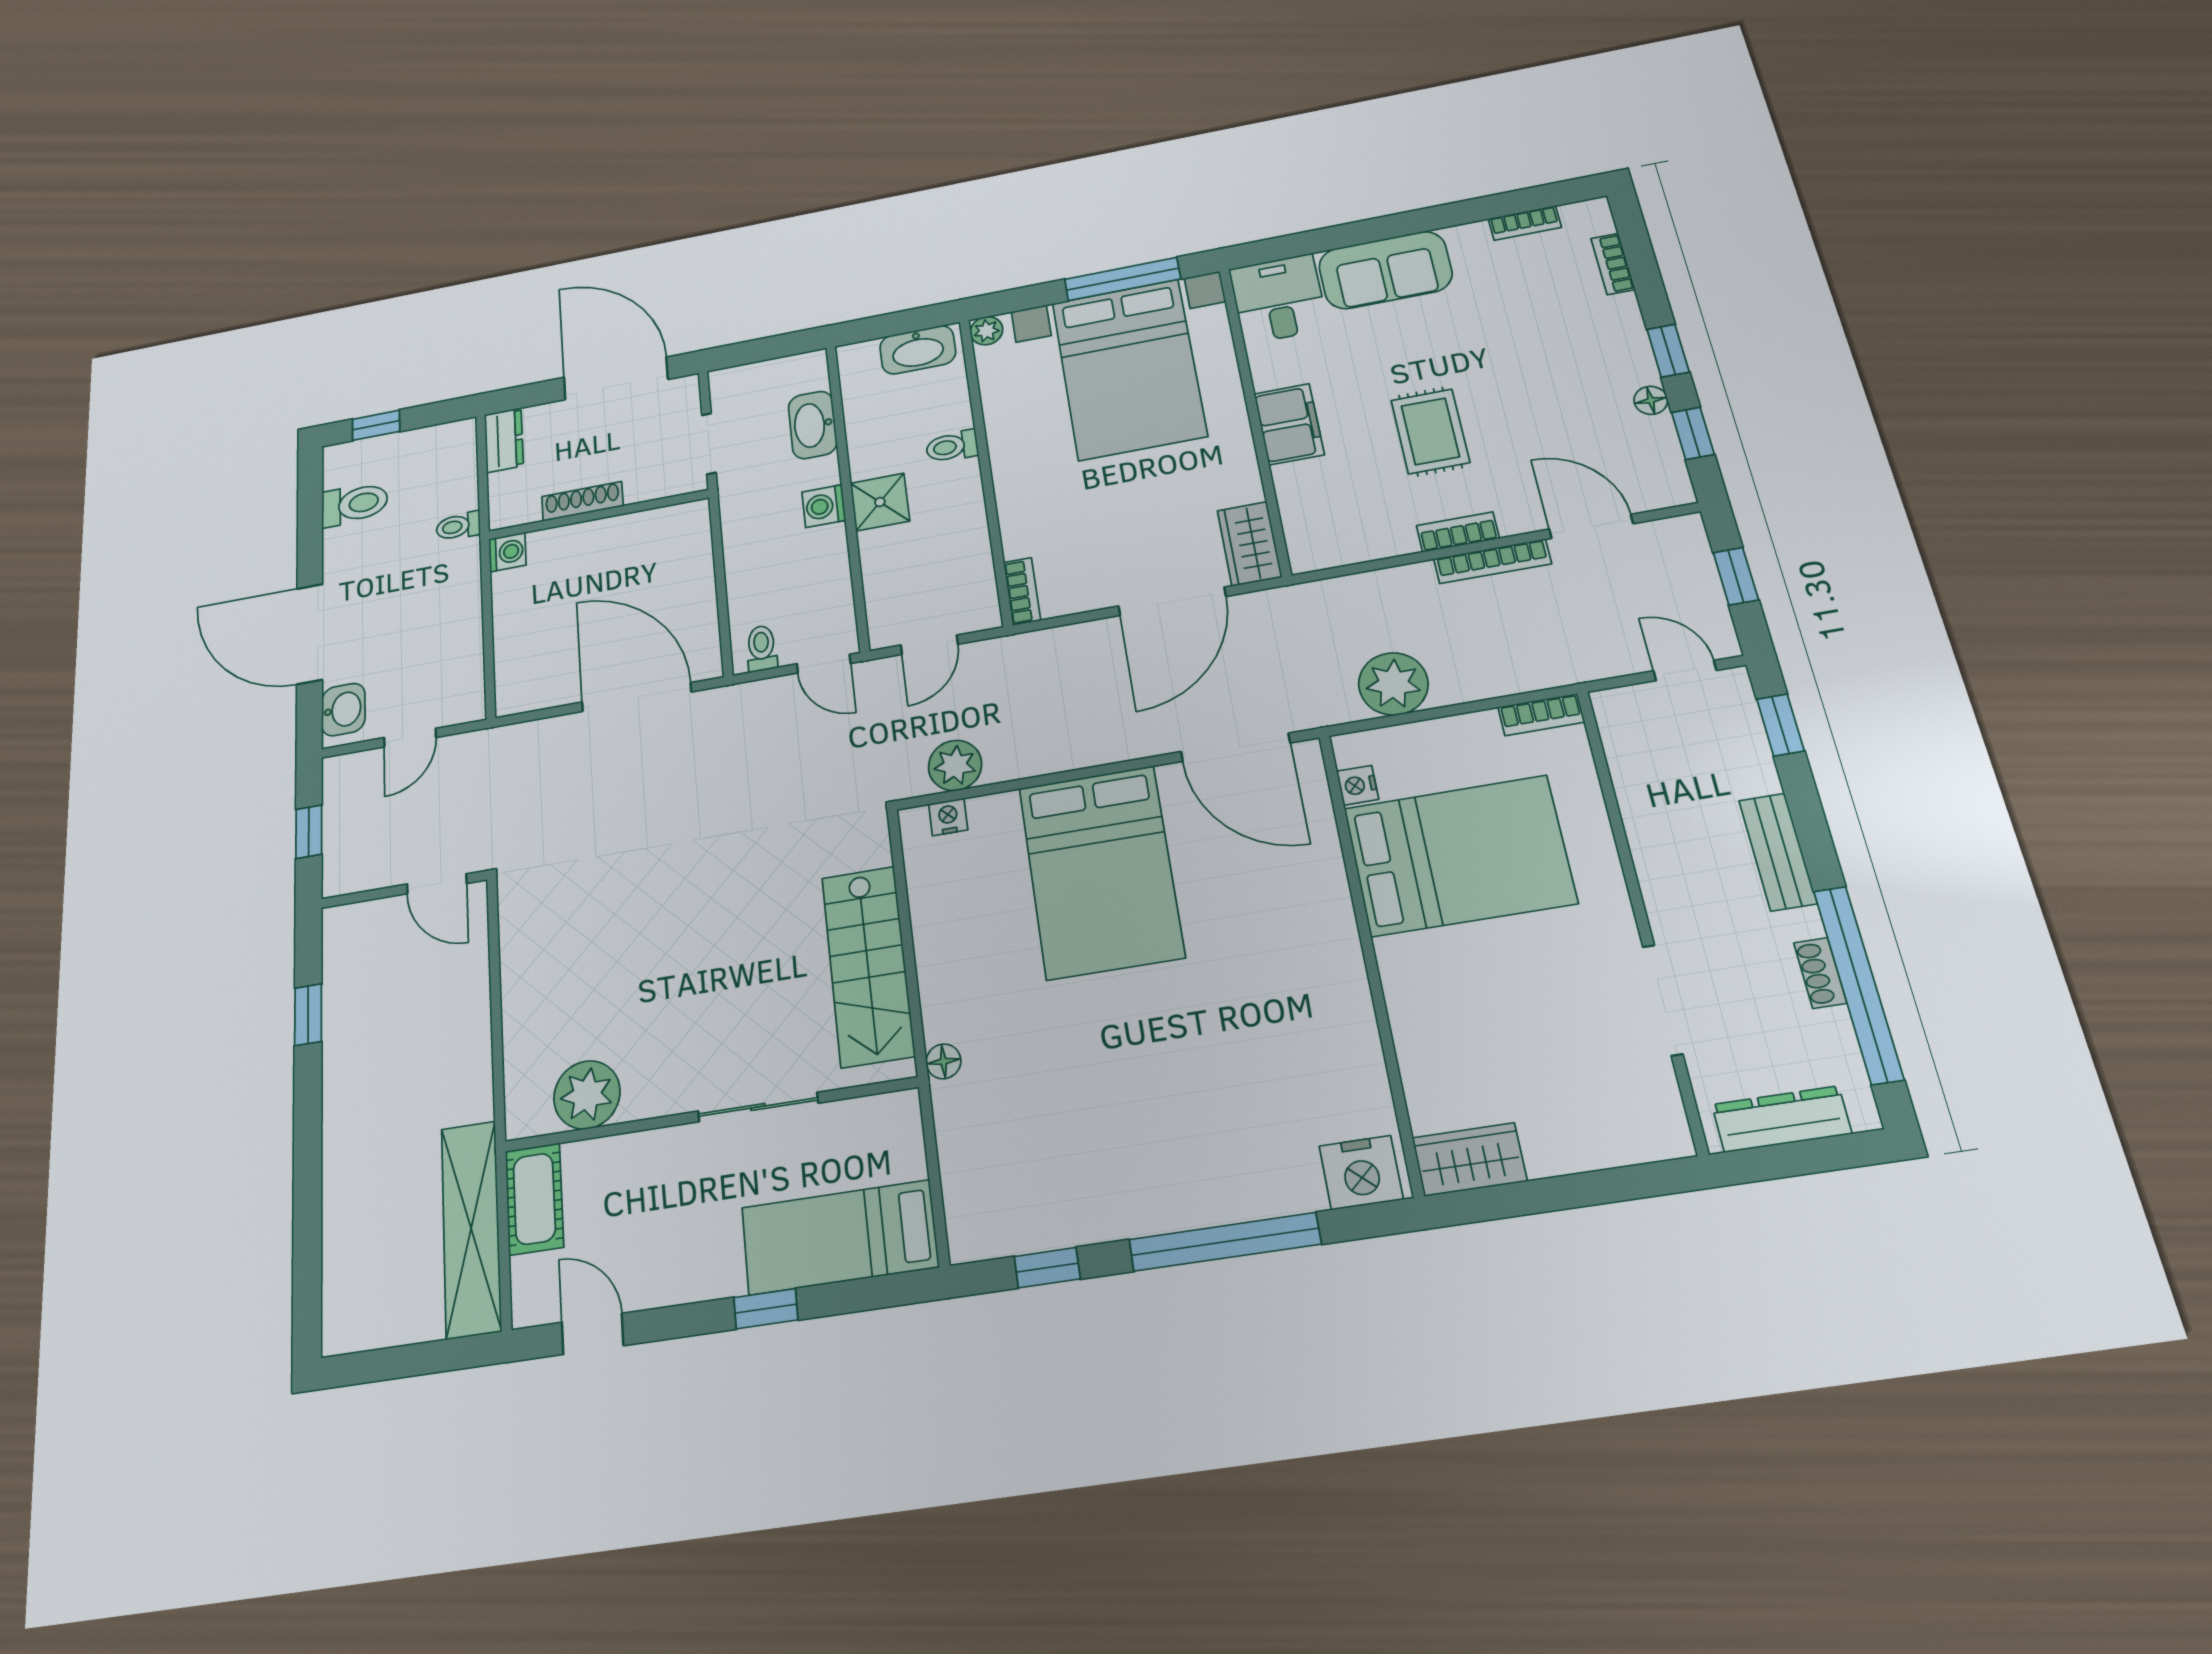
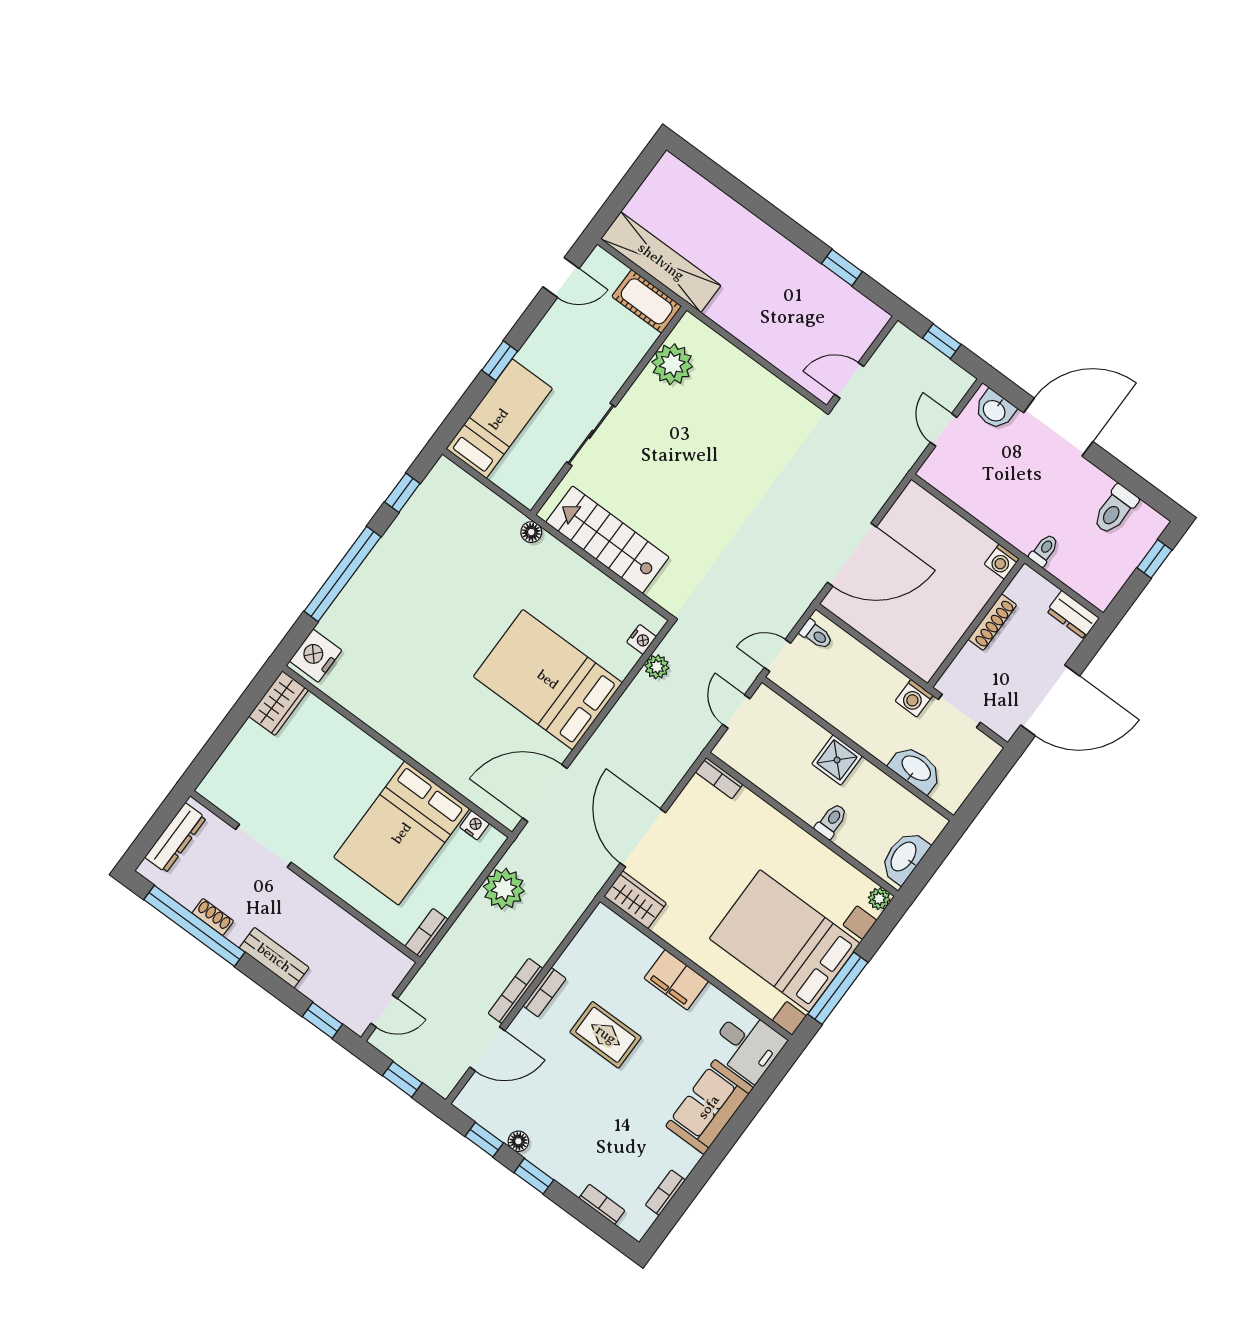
washing machine: (824, 506) -> (914, 698), moved, turned 180
plant: (955, 765) -> (657, 667), width x0.73, depth x0.73

